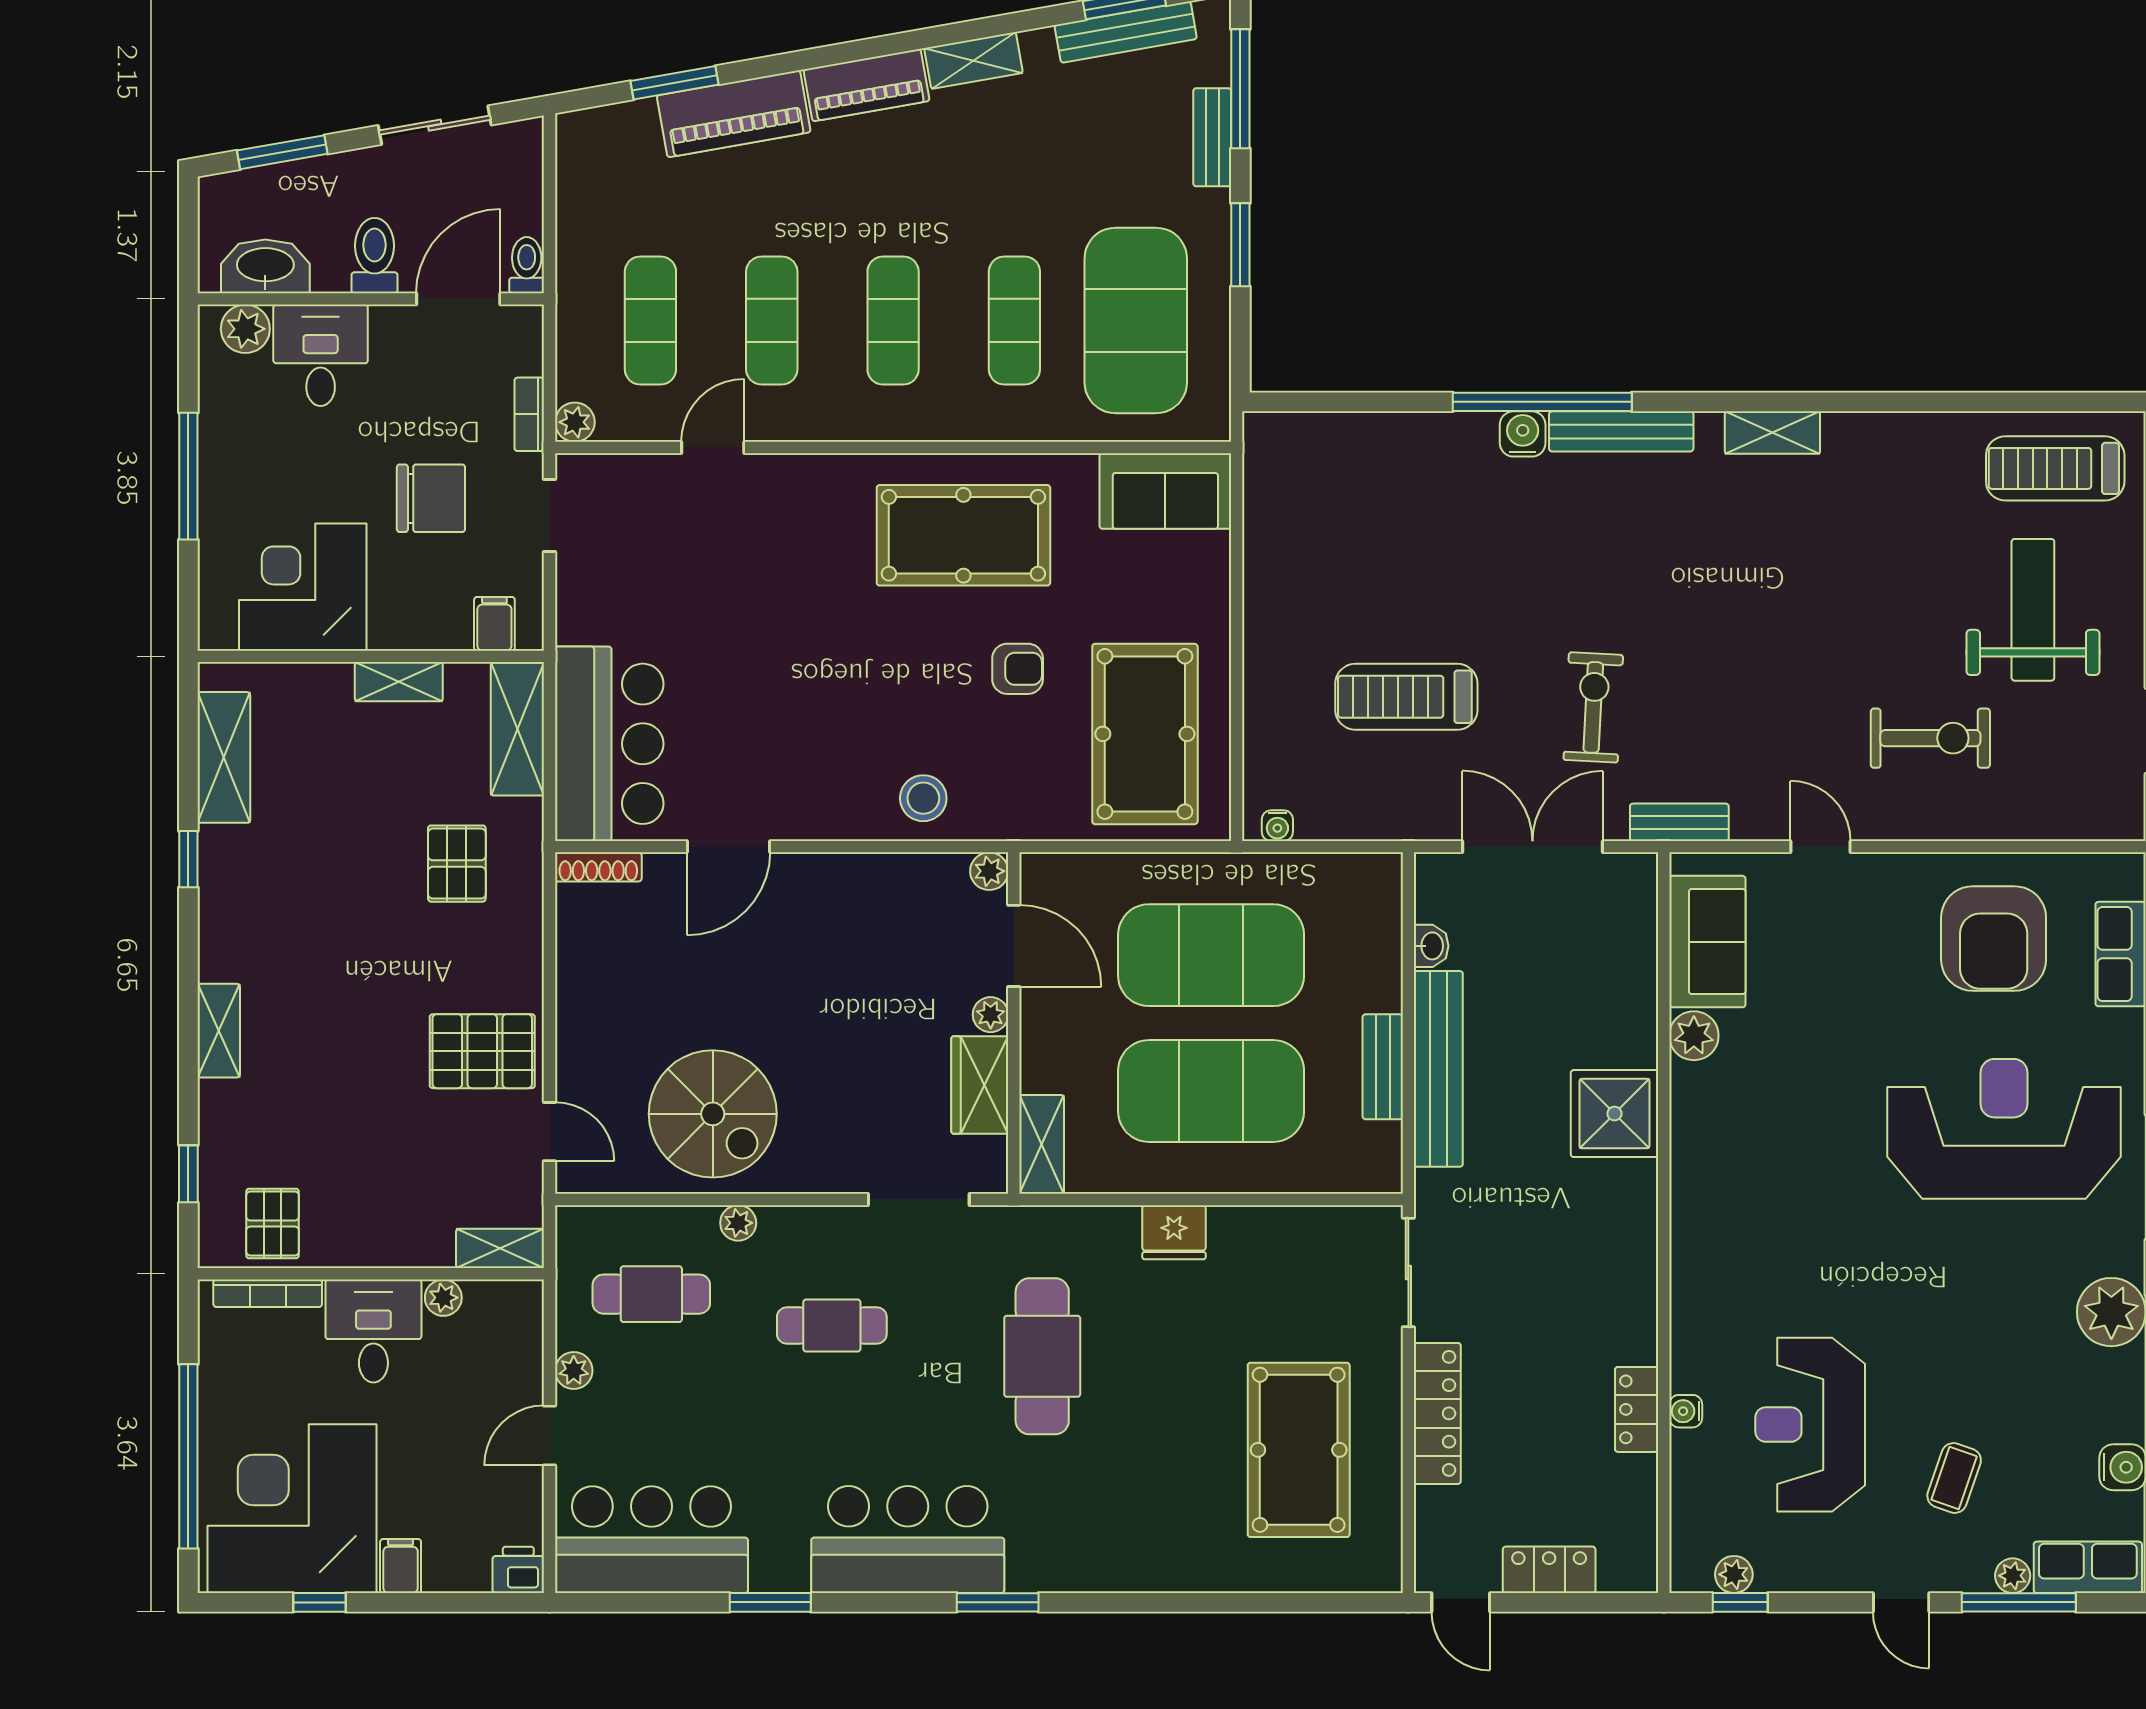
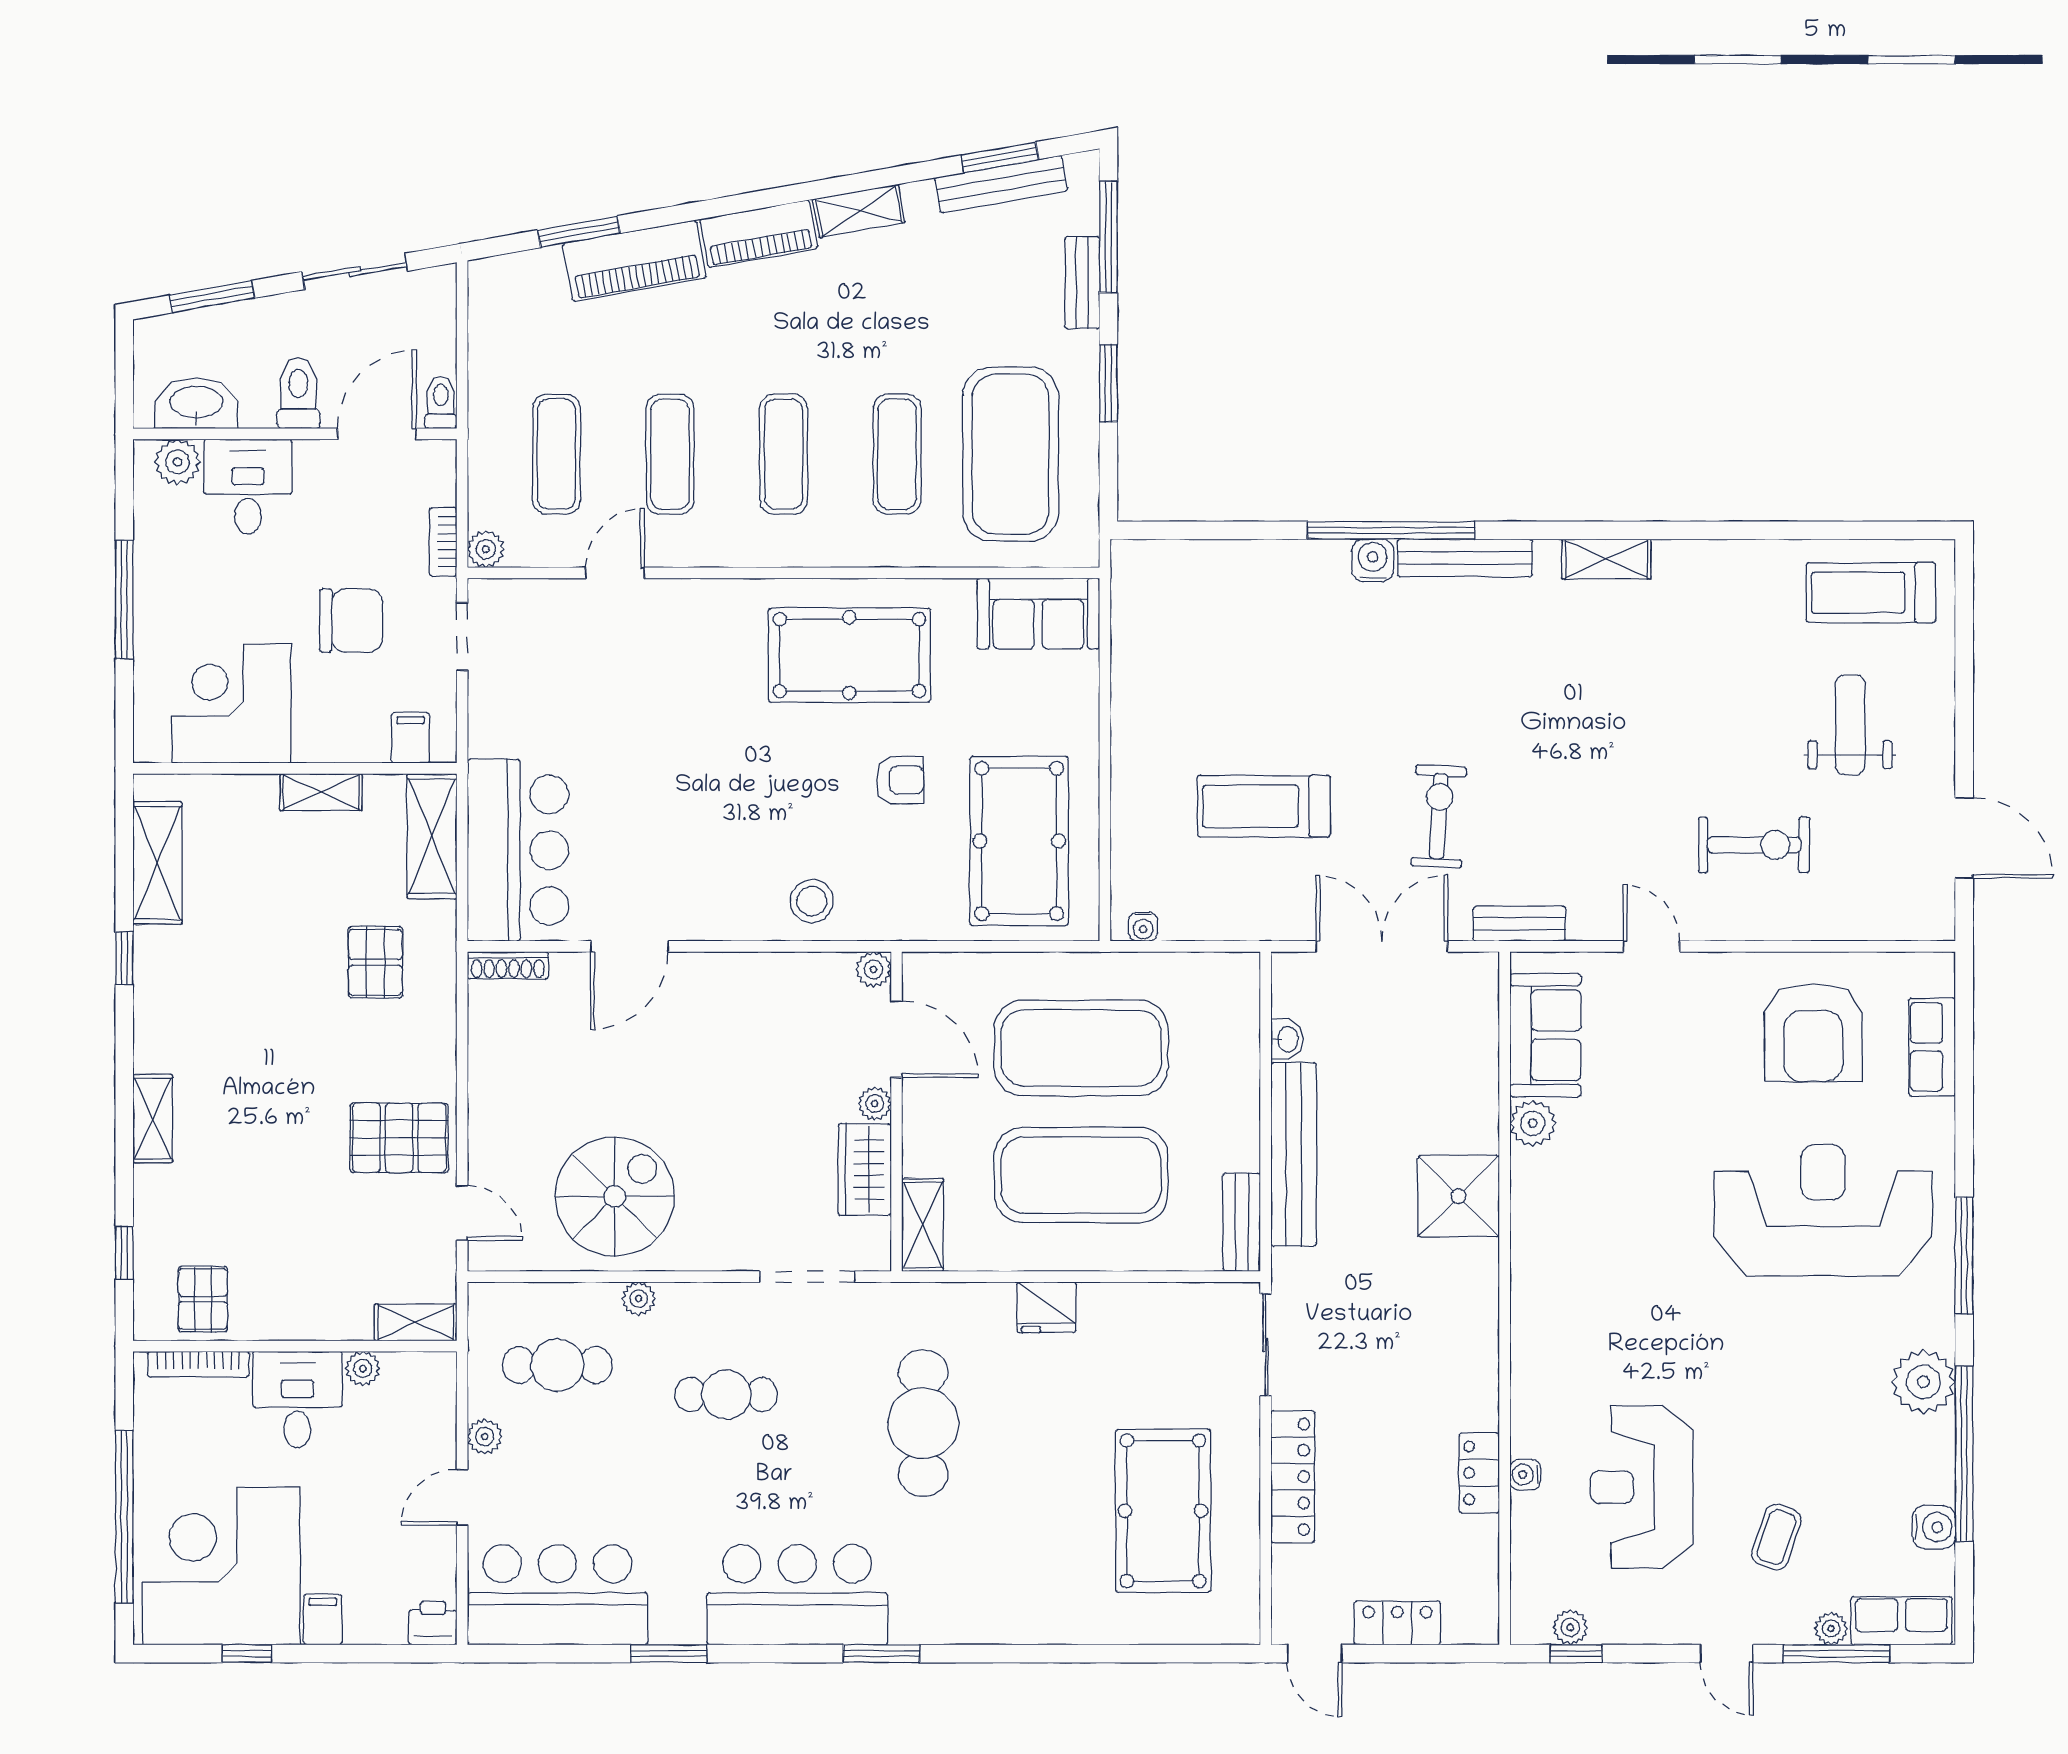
weight bench: (2033, 610) -> (1850, 725), width x0.73, depth x0.75
bench: (1383, 1067) -> (1242, 1222), moved
spiral stairs: (713, 1114) -> (615, 1196), turned -90

